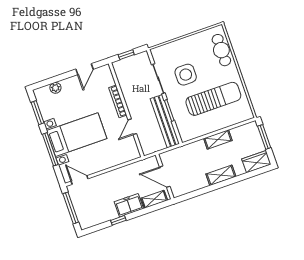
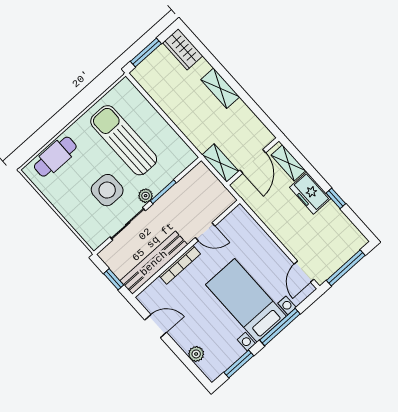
plant: (172, 98) -> (146, 196), added
bench: (165, 121) -> (154, 263), moved
shelving: (218, 139) -> (220, 163), moved

